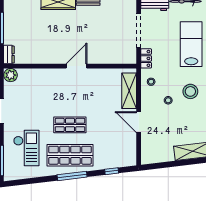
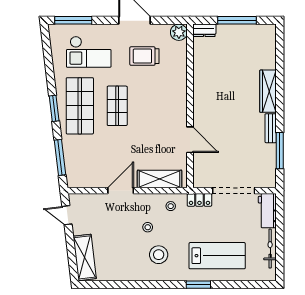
door: (77, 66) -> (190, 140), moved
trolley: (30, 103) -> (144, 56), added
door: (158, 166) -> (67, 215), added
window: (112, 171) -> (60, 157), width x2.17
window: (72, 176) -> (54, 108), width x0.69

